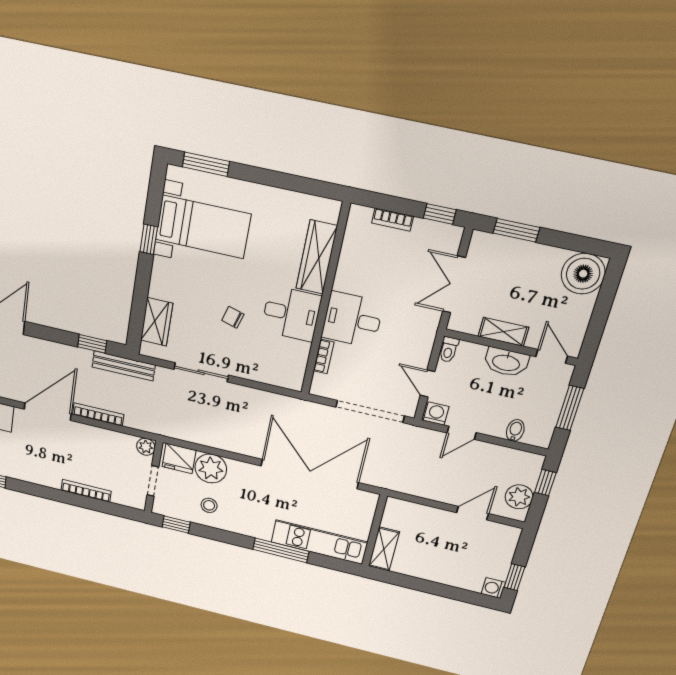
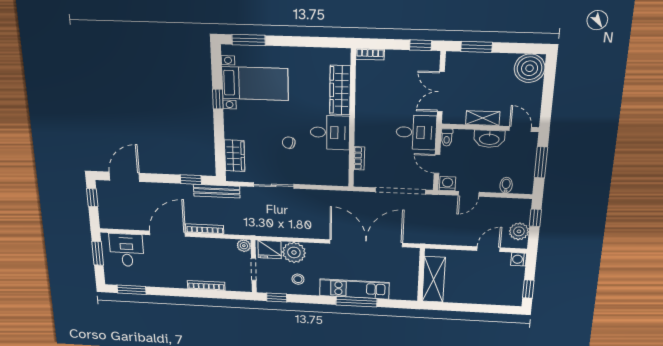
bookcase: (393, 220) -> (370, 54), moved
desk: (352, 320) -> (416, 132), moved, turned 180
kitchen unit: (319, 542) -> (354, 289), moved
shelving: (384, 549) -> (434, 279), width x1.50, depth x1.33
washing machine: (493, 588) -> (519, 259), moved

